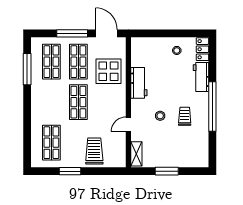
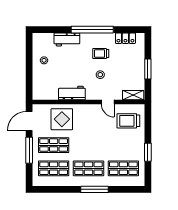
locker: (202, 49) -> (125, 38), moved
window: (27, 69) -> (94, 189), moved
shop shelf: (78, 102) -> (89, 168), moved
trolley: (94, 151) -> (128, 121), moved

